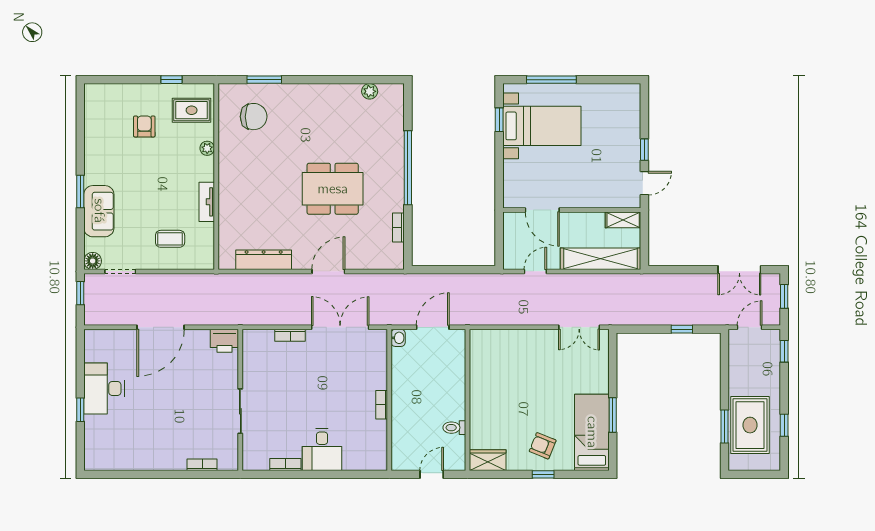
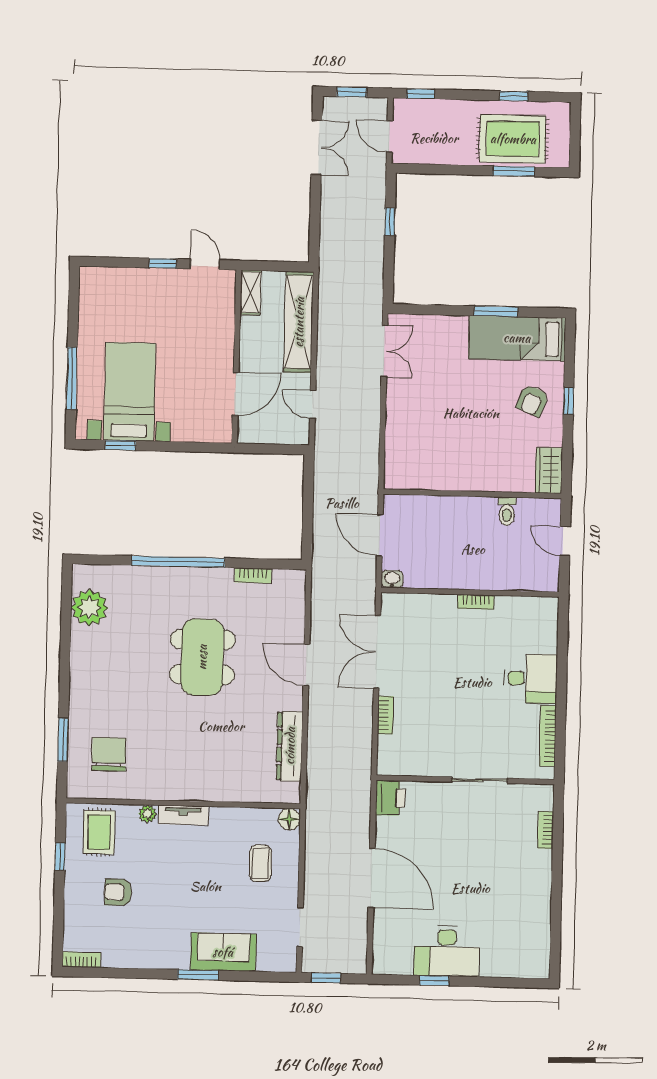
plant: (370, 91) -> (90, 608), width x1.88, depth x1.88
bookcase: (90, 99) -> (81, 960), added
tv unit: (207, 202) -> (183, 815), moved
floor lamp: (93, 261) -> (289, 819), moved
window: (80, 410) -> (434, 981), moved
bookcase: (285, 465) -> (548, 736), width x1.56

